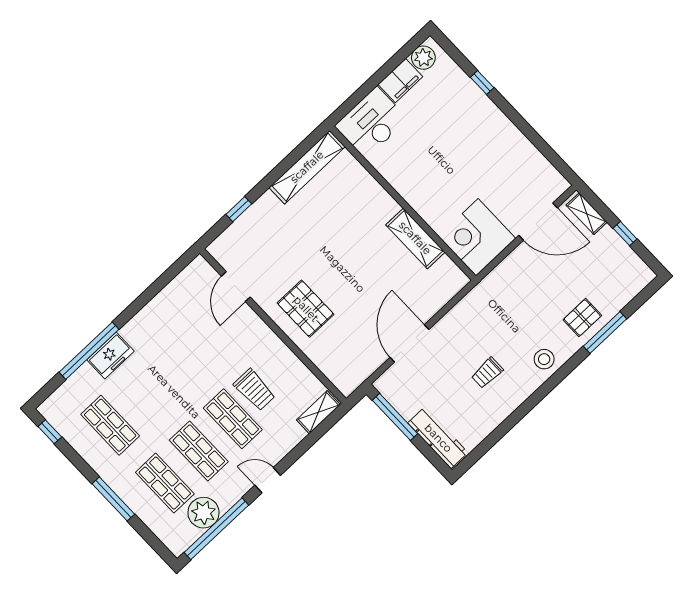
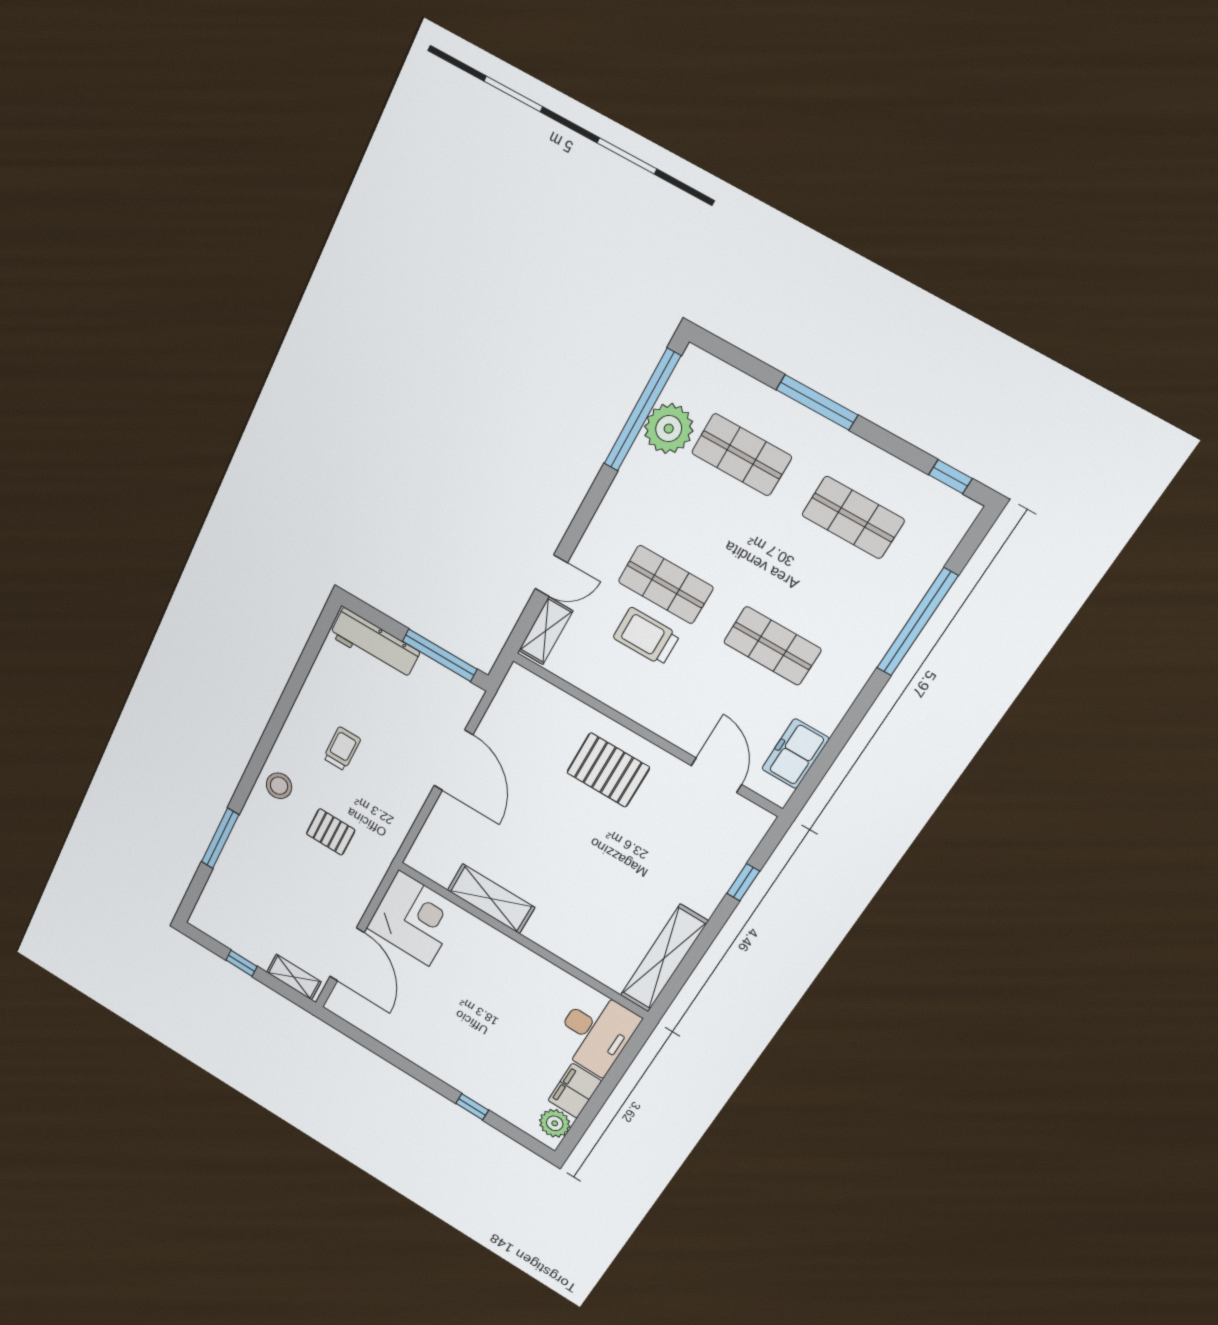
door: (538, 222) -> (347, 955), swing flipped
pallet: (582, 318) -> (331, 832), moved, turned 90
freezer: (111, 356) -> (795, 754), moved
shop shelf: (199, 451) -> (772, 646), moved
door: (268, 480) -> (551, 576), moved

